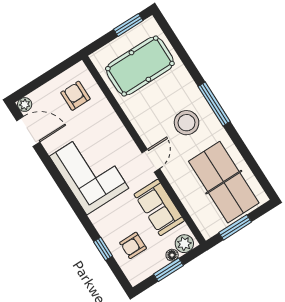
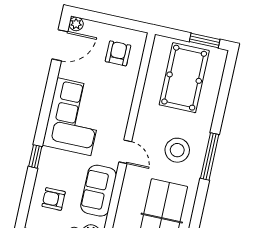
pool table: (140, 66) -> (184, 78), turned 90
door: (28, 131) -> (60, 45), hinge flipped
door: (151, 161) -> (125, 152), hinge flipped
window: (103, 249) -> (35, 156), moved

